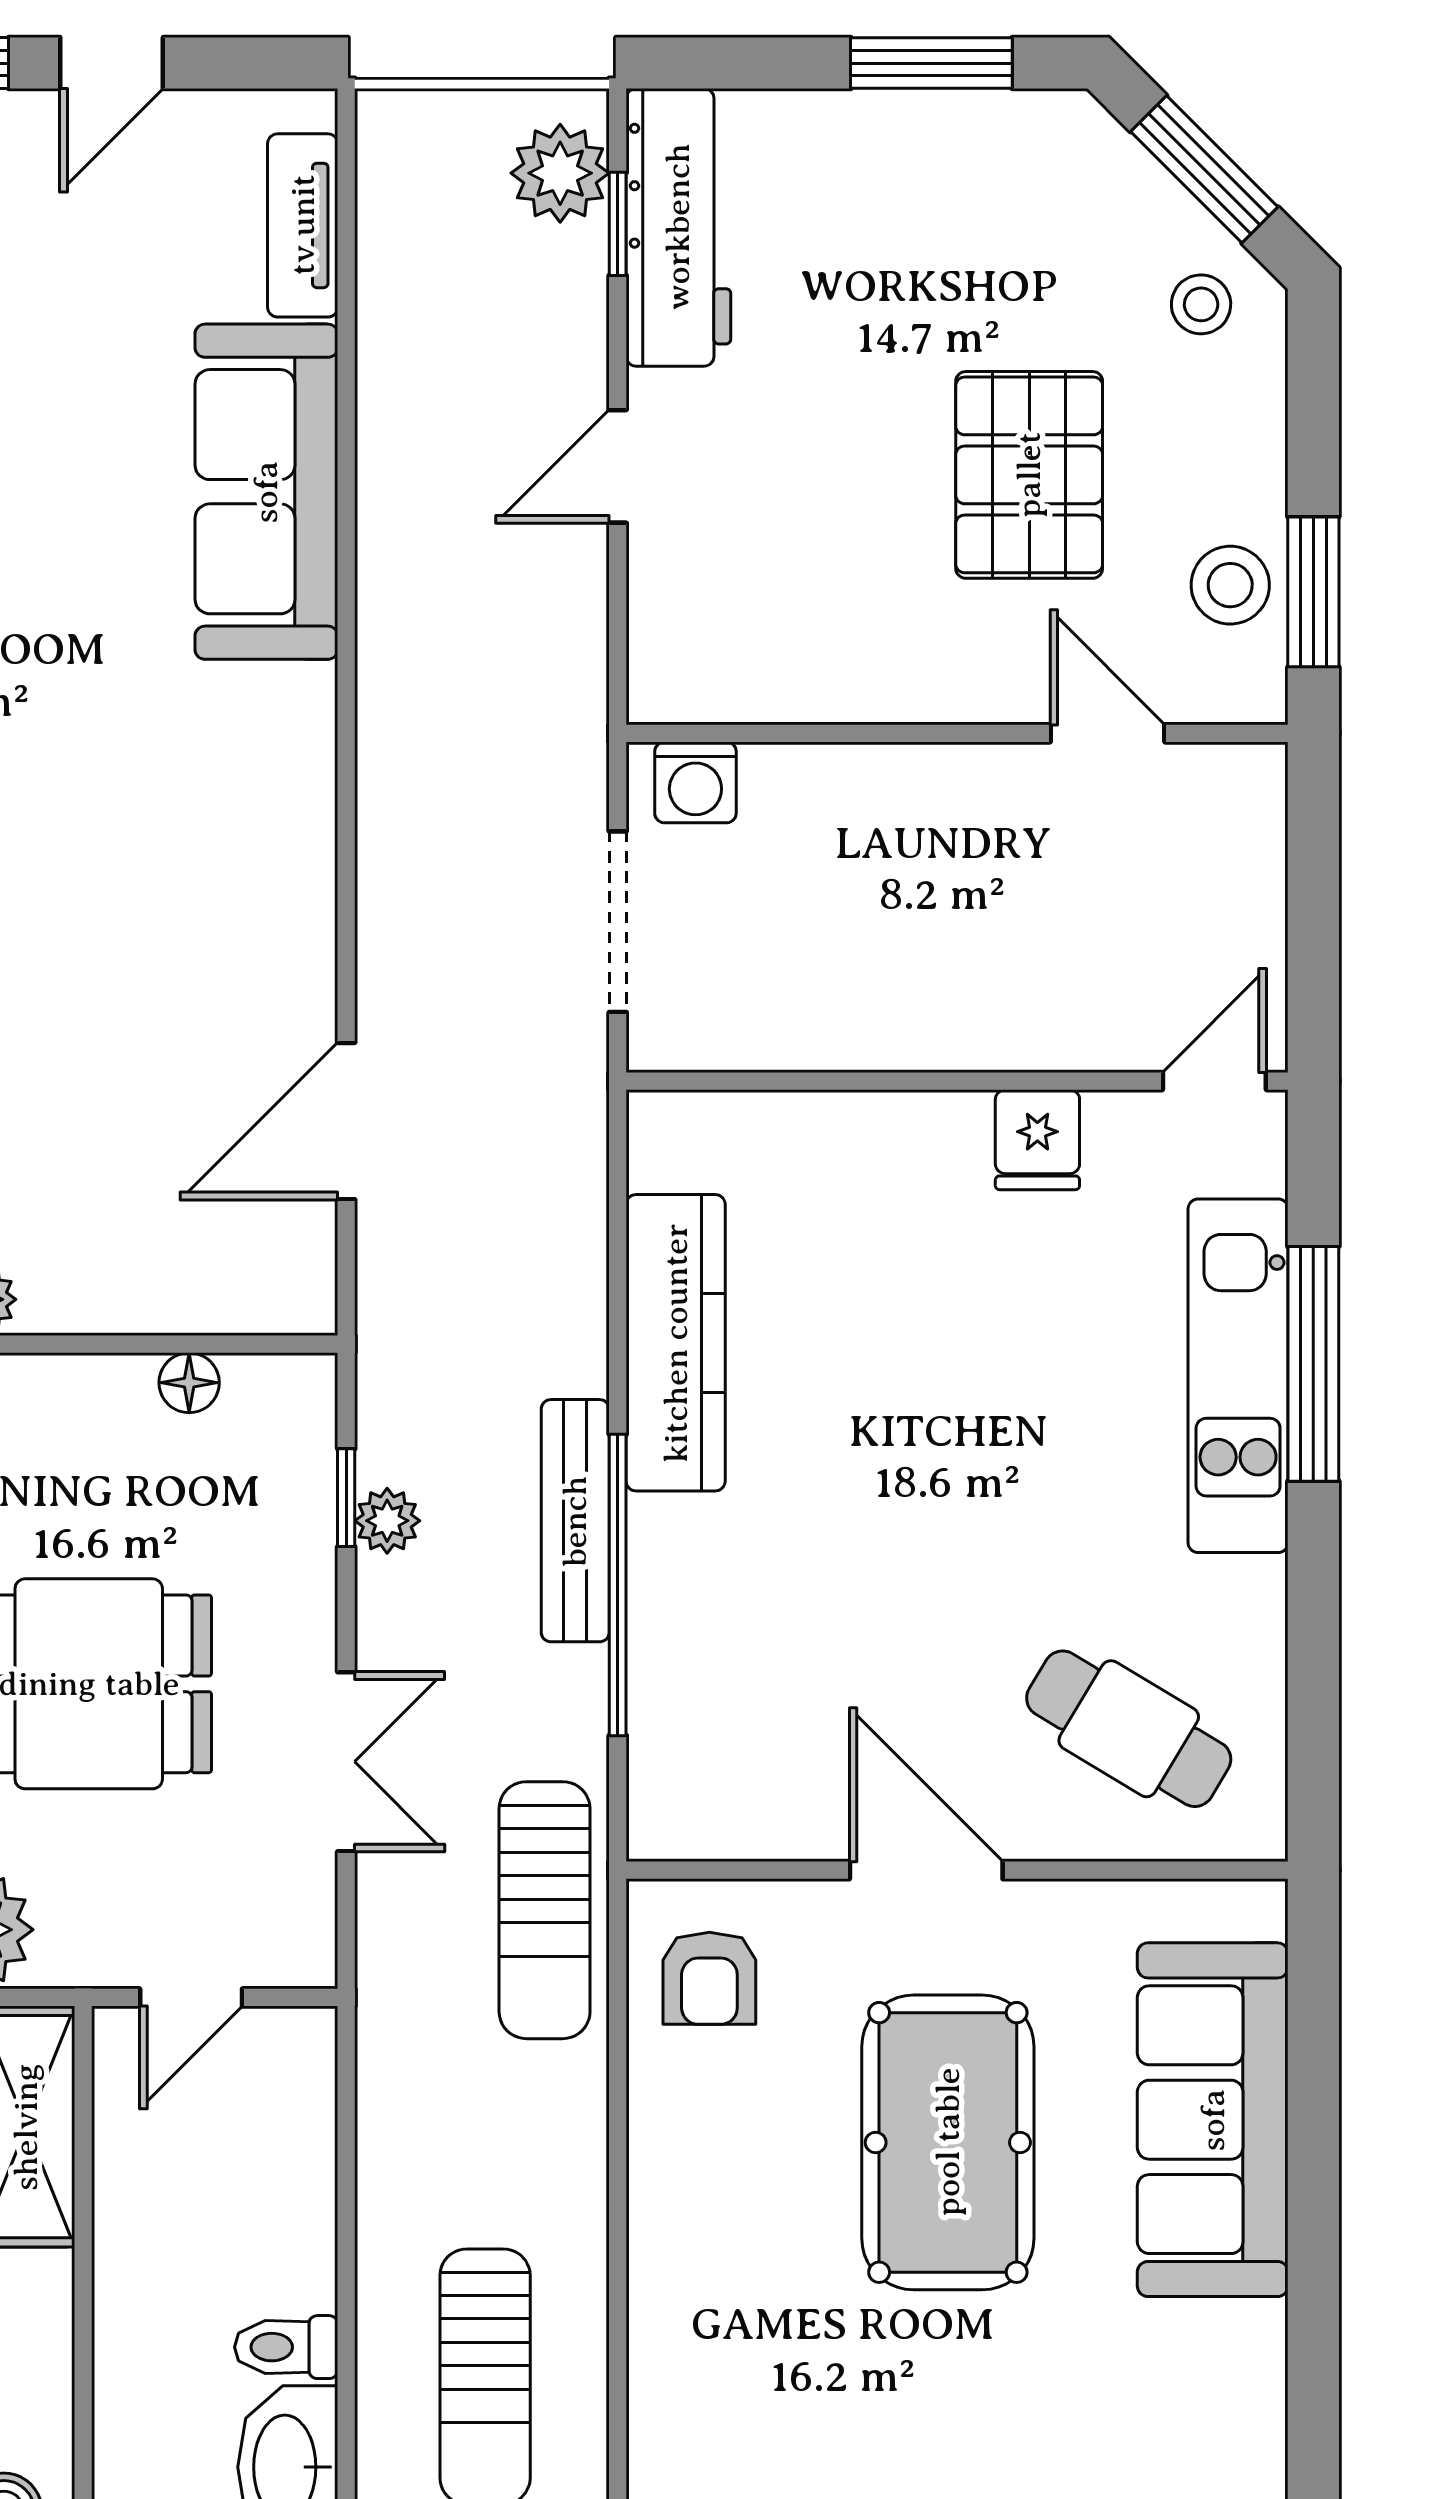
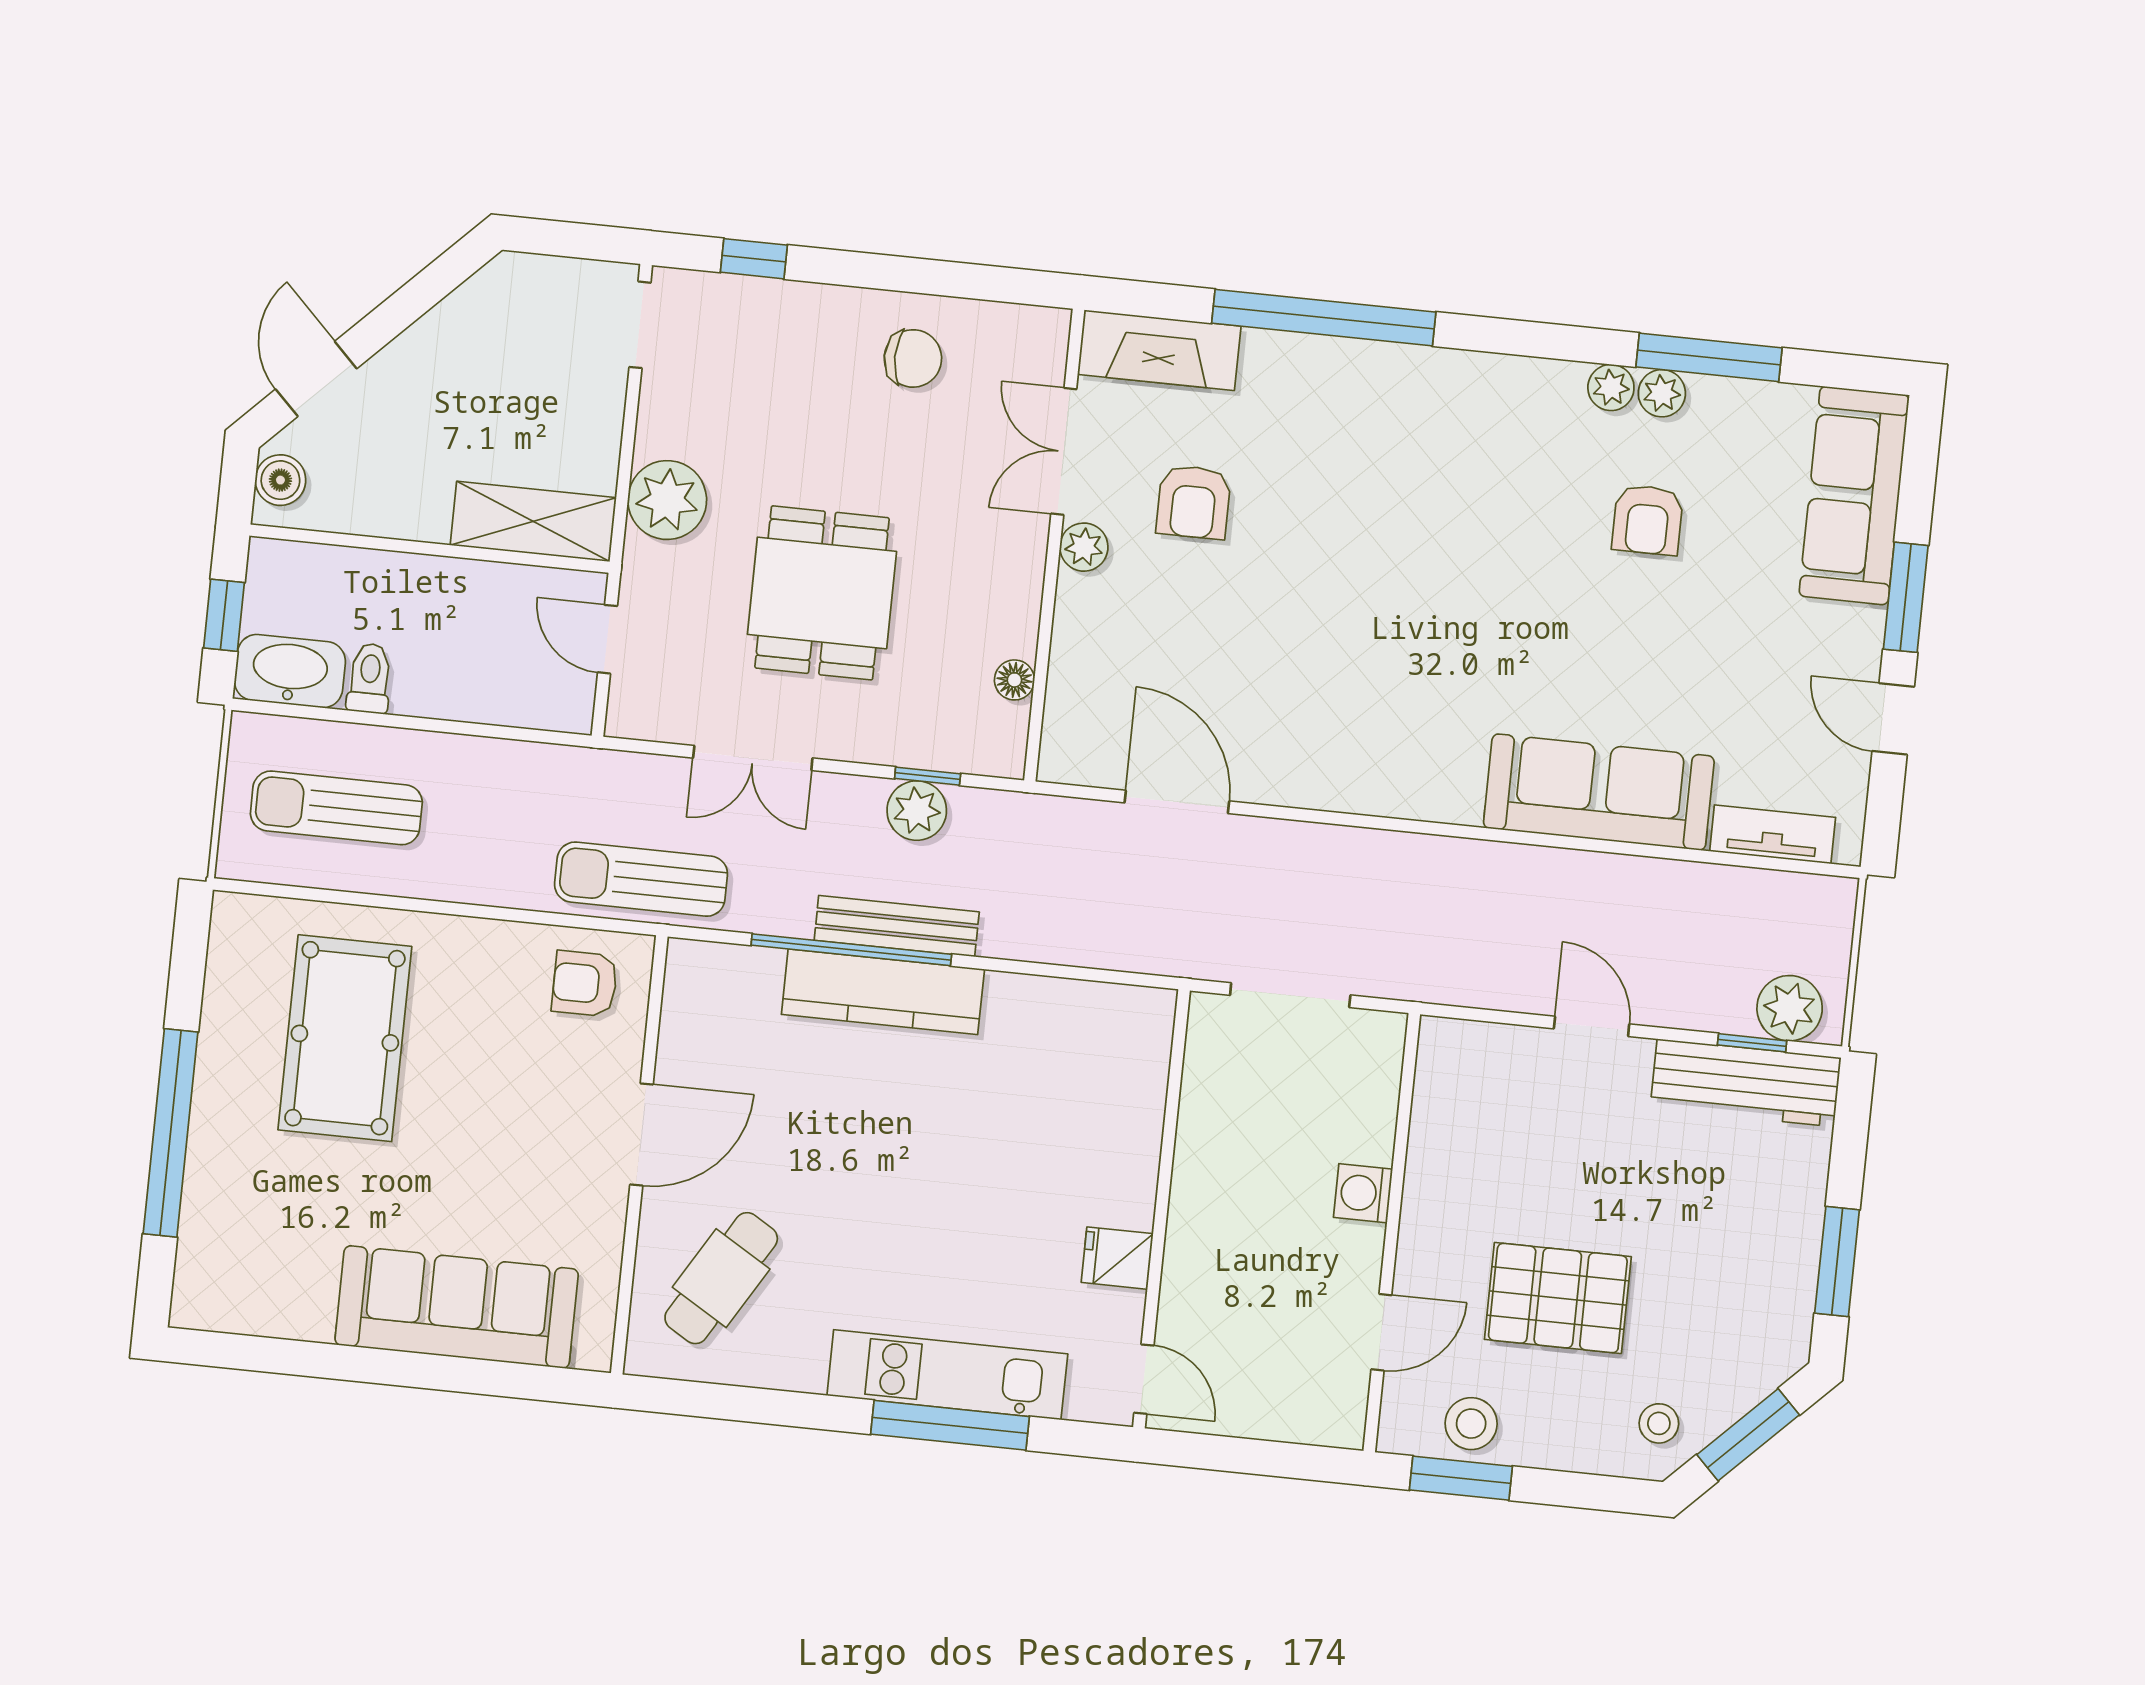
washing machine: (695, 782) -> (1363, 1193), moved
kitchen counter: (676, 1343) -> (883, 992), moved
plant: (387, 1521) -> (917, 811), width x1.38, depth x1.38
pool table: (948, 2142) -> (345, 1038), moved, turned 90

